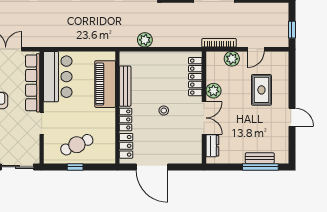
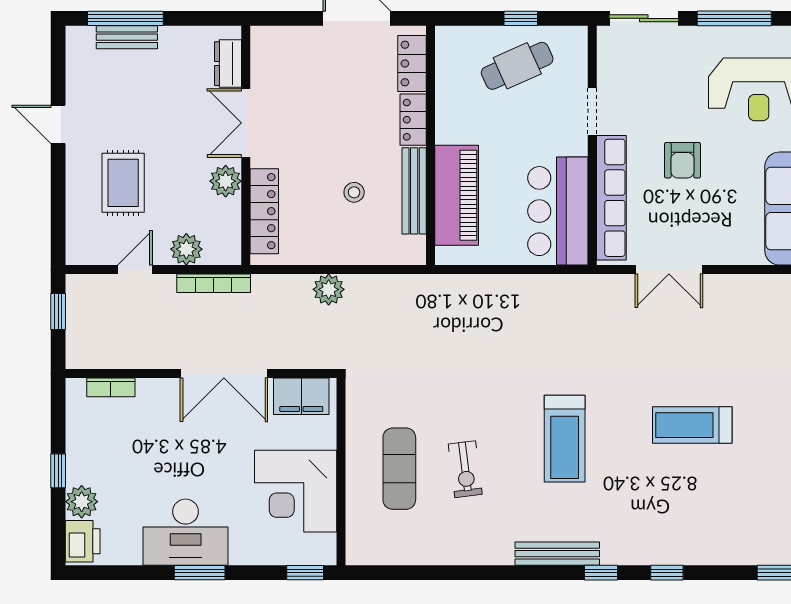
plant: (145, 40) -> (329, 289), moved
stool: (164, 111) -> (354, 192), moved

